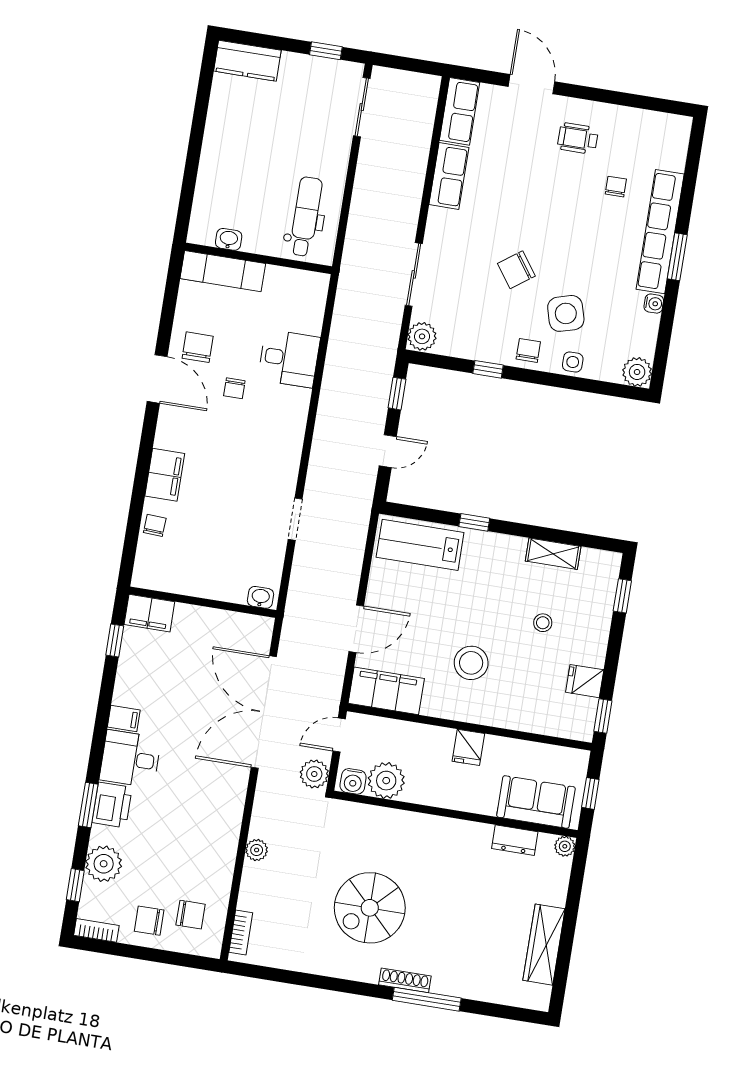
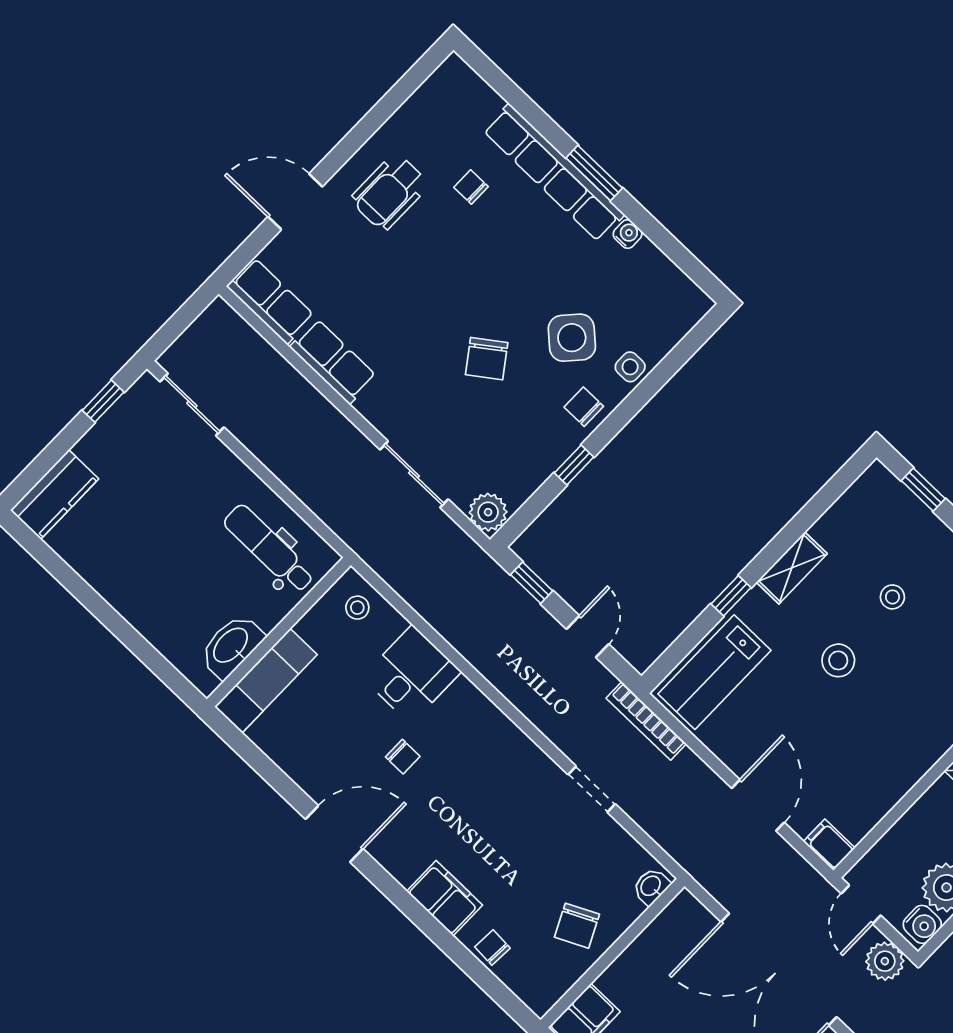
wheelchair: (578, 138) -> (390, 192), width x1.36, depth x1.37
washbasin: (229, 239) -> (231, 646), width x1.91, depth x1.45
stool: (307, 296) -> (357, 608), added
side table: (566, 313) -> (572, 338), turned -32
chair: (198, 347) -> (577, 926), moved, turned -116
plant: (637, 372) -> (690, 304), removed
bookcase: (361, 524) -> (646, 721), added
shelving: (553, 554) -> (792, 568), moved
stool: (471, 663) -> (838, 660), moved, width x0.73, depth x0.73
filing cabinet: (386, 691) -> (829, 845), width x0.33, depth x0.86

